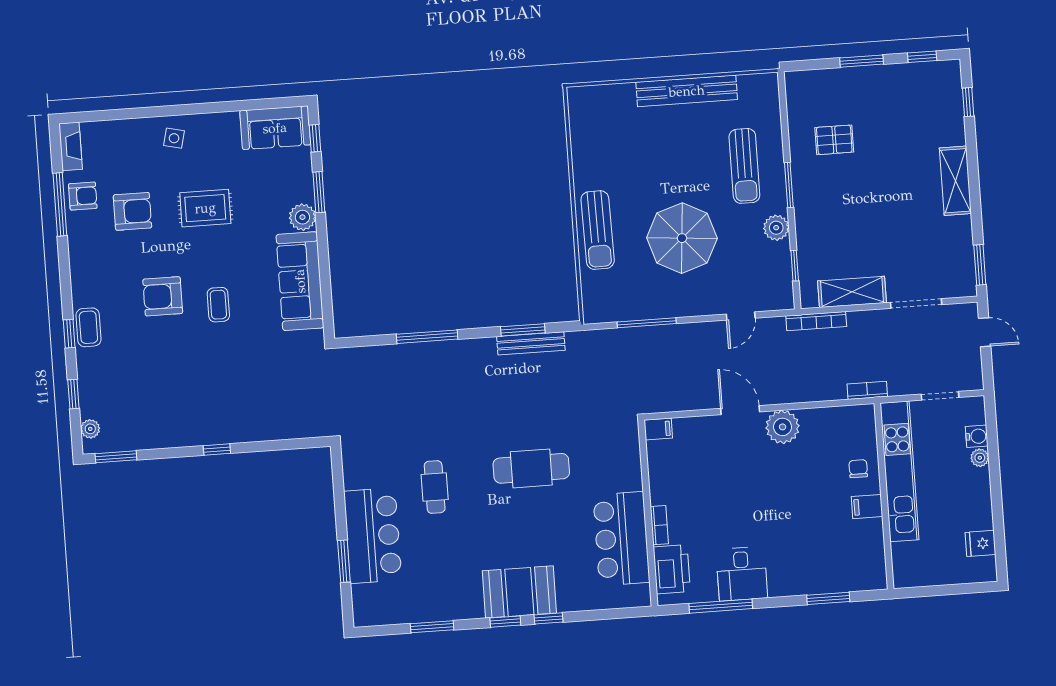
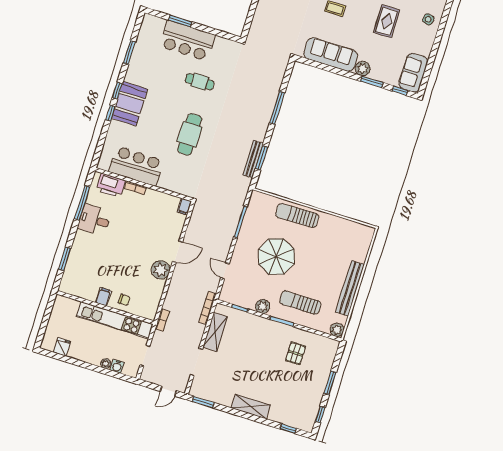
plant: (766, 85) -> (337, 330), added

